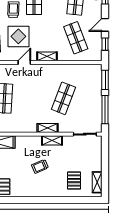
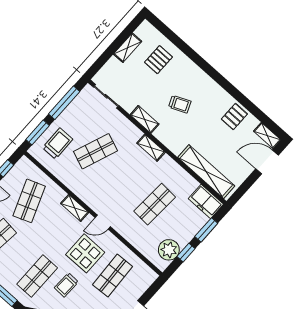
trolley: (88, 84) -> (58, 144), added
shelving: (48, 128) -> (151, 148), moved
shelving: (97, 182) -> (128, 48), moved

